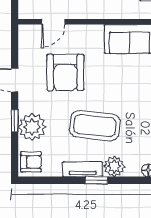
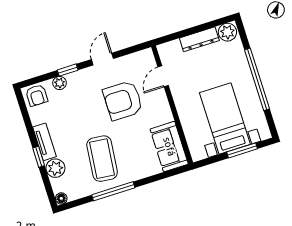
door: (53, 22) -> (163, 76), hinge flipped
coffee table: (95, 126) -> (102, 159), moved
plant: (32, 127) -> (60, 83), width x0.53, depth x0.53

